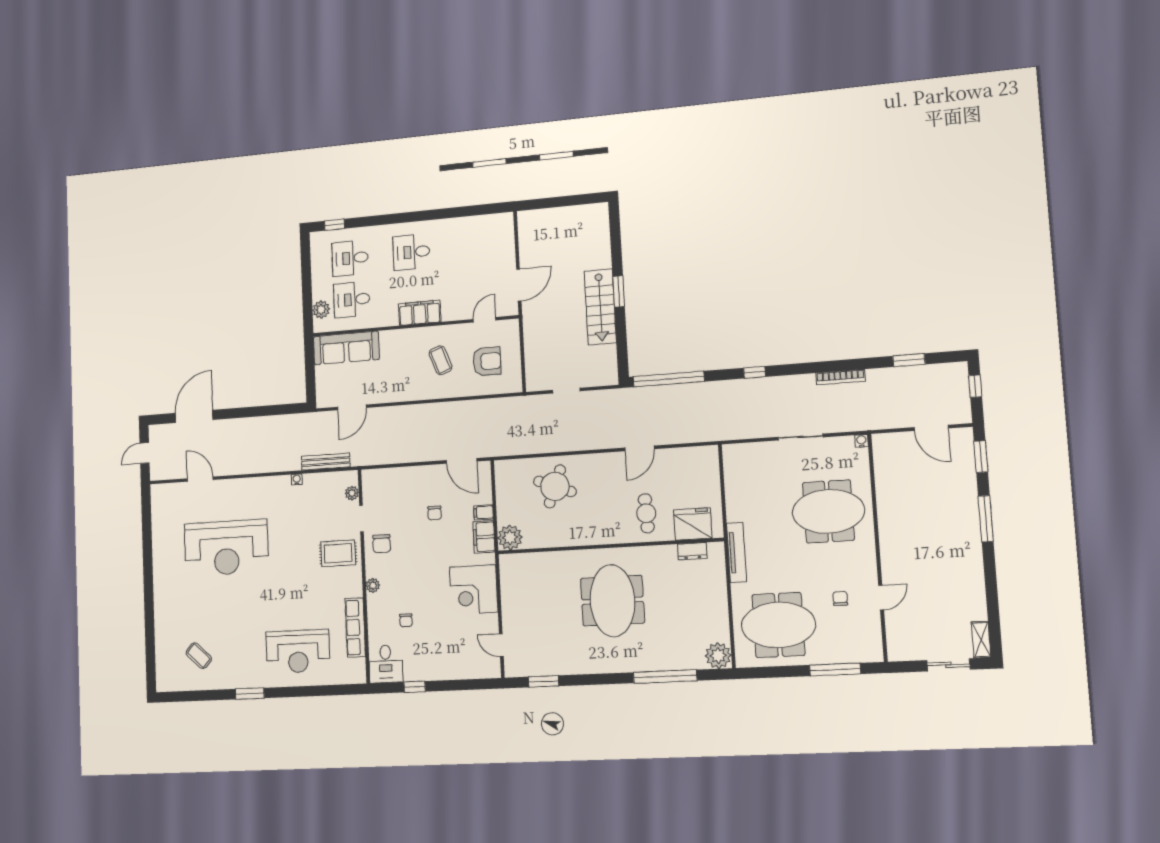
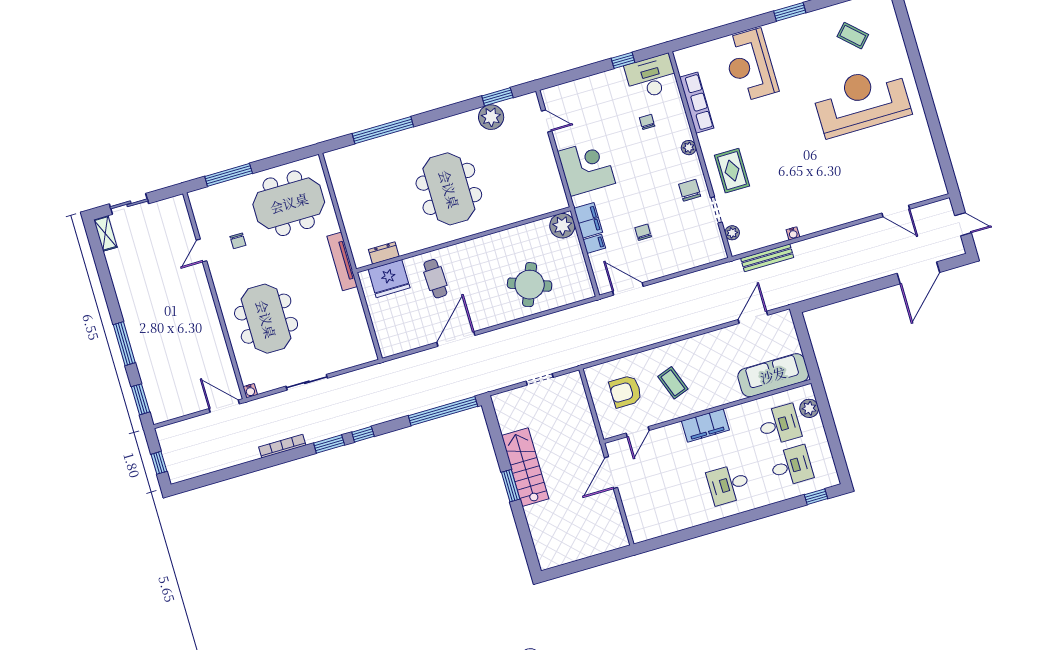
desk: (411, 252) -> (729, 484), turned 180
window: (909, 360) -> (329, 444), moved
door: (931, 428) -> (224, 406), moved
door: (640, 448) -> (456, 339), width x1.36
door: (145, 453) -> (963, 224), hinge flipped
meeting table: (828, 511) -> (266, 319), turned 90
reception desk: (226, 548) -> (862, 101), moved
rug: (338, 553) -> (732, 171), turned 90
reception desk: (298, 651) -> (750, 65), turned -90
plant: (718, 656) -> (491, 117), moved
desk: (386, 664) -> (651, 77), width x1.37

